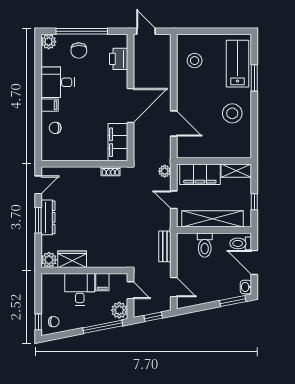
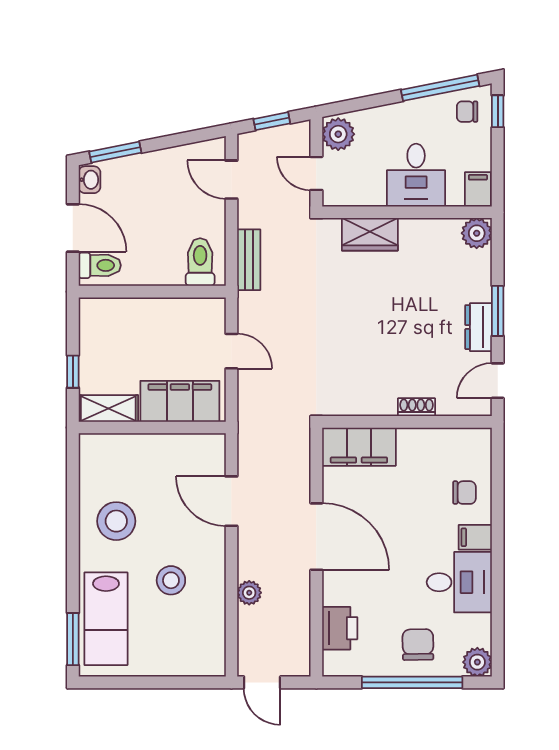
door: (146, 31) -> (262, 682), moved
stool: (195, 61) -> (171, 580), moved
window: (254, 78) -> (73, 639), moved
door: (130, 105) -> (316, 537), swing flipped
filing cabinet: (118, 142) -> (359, 447), moved, turned 90
shoe rack: (111, 171) -> (417, 407), moved
plant: (165, 171) -> (249, 593), moved
window: (254, 202) -> (73, 372), moved
dresser: (48, 217) -> (478, 327), width x0.70
shelving: (213, 219) -> (155, 314), removed
toilet: (205, 245) -> (200, 262), moved
wardrobe: (72, 259) -> (370, 234), moved
filing cabinet: (102, 282) -> (478, 189), moved
window: (103, 327) -> (440, 88), moved

